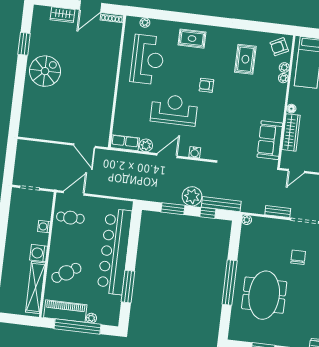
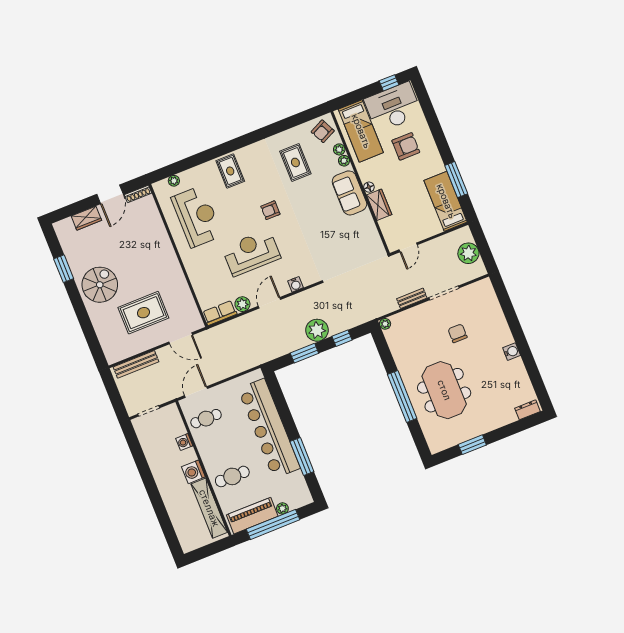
rug: (192, 39) -> (230, 171), turned 90
rug: (67, 111) -> (143, 313), added
wardrobe: (291, 132) -> (379, 205), width x0.67
sofa: (270, 140) -> (349, 193), moved
bench: (221, 204) -> (136, 364), moved
cafe table: (66, 273) -> (232, 476), turned 32

